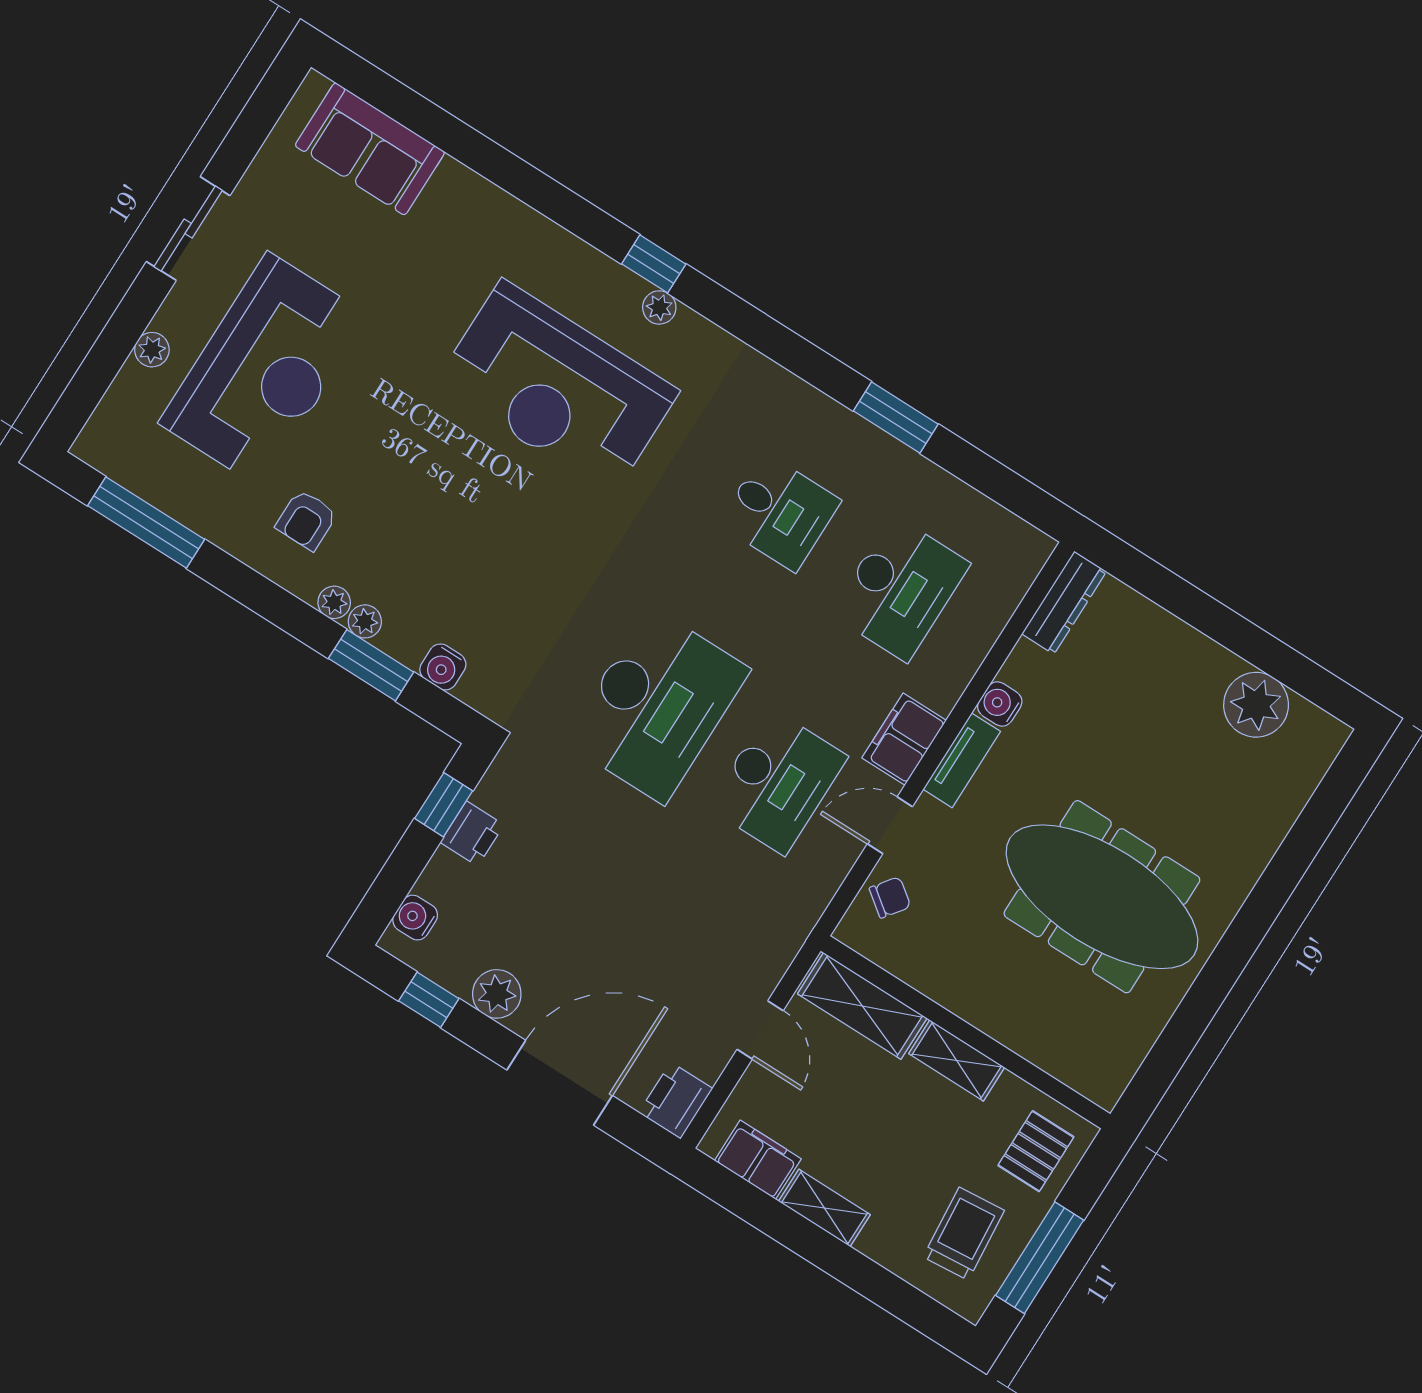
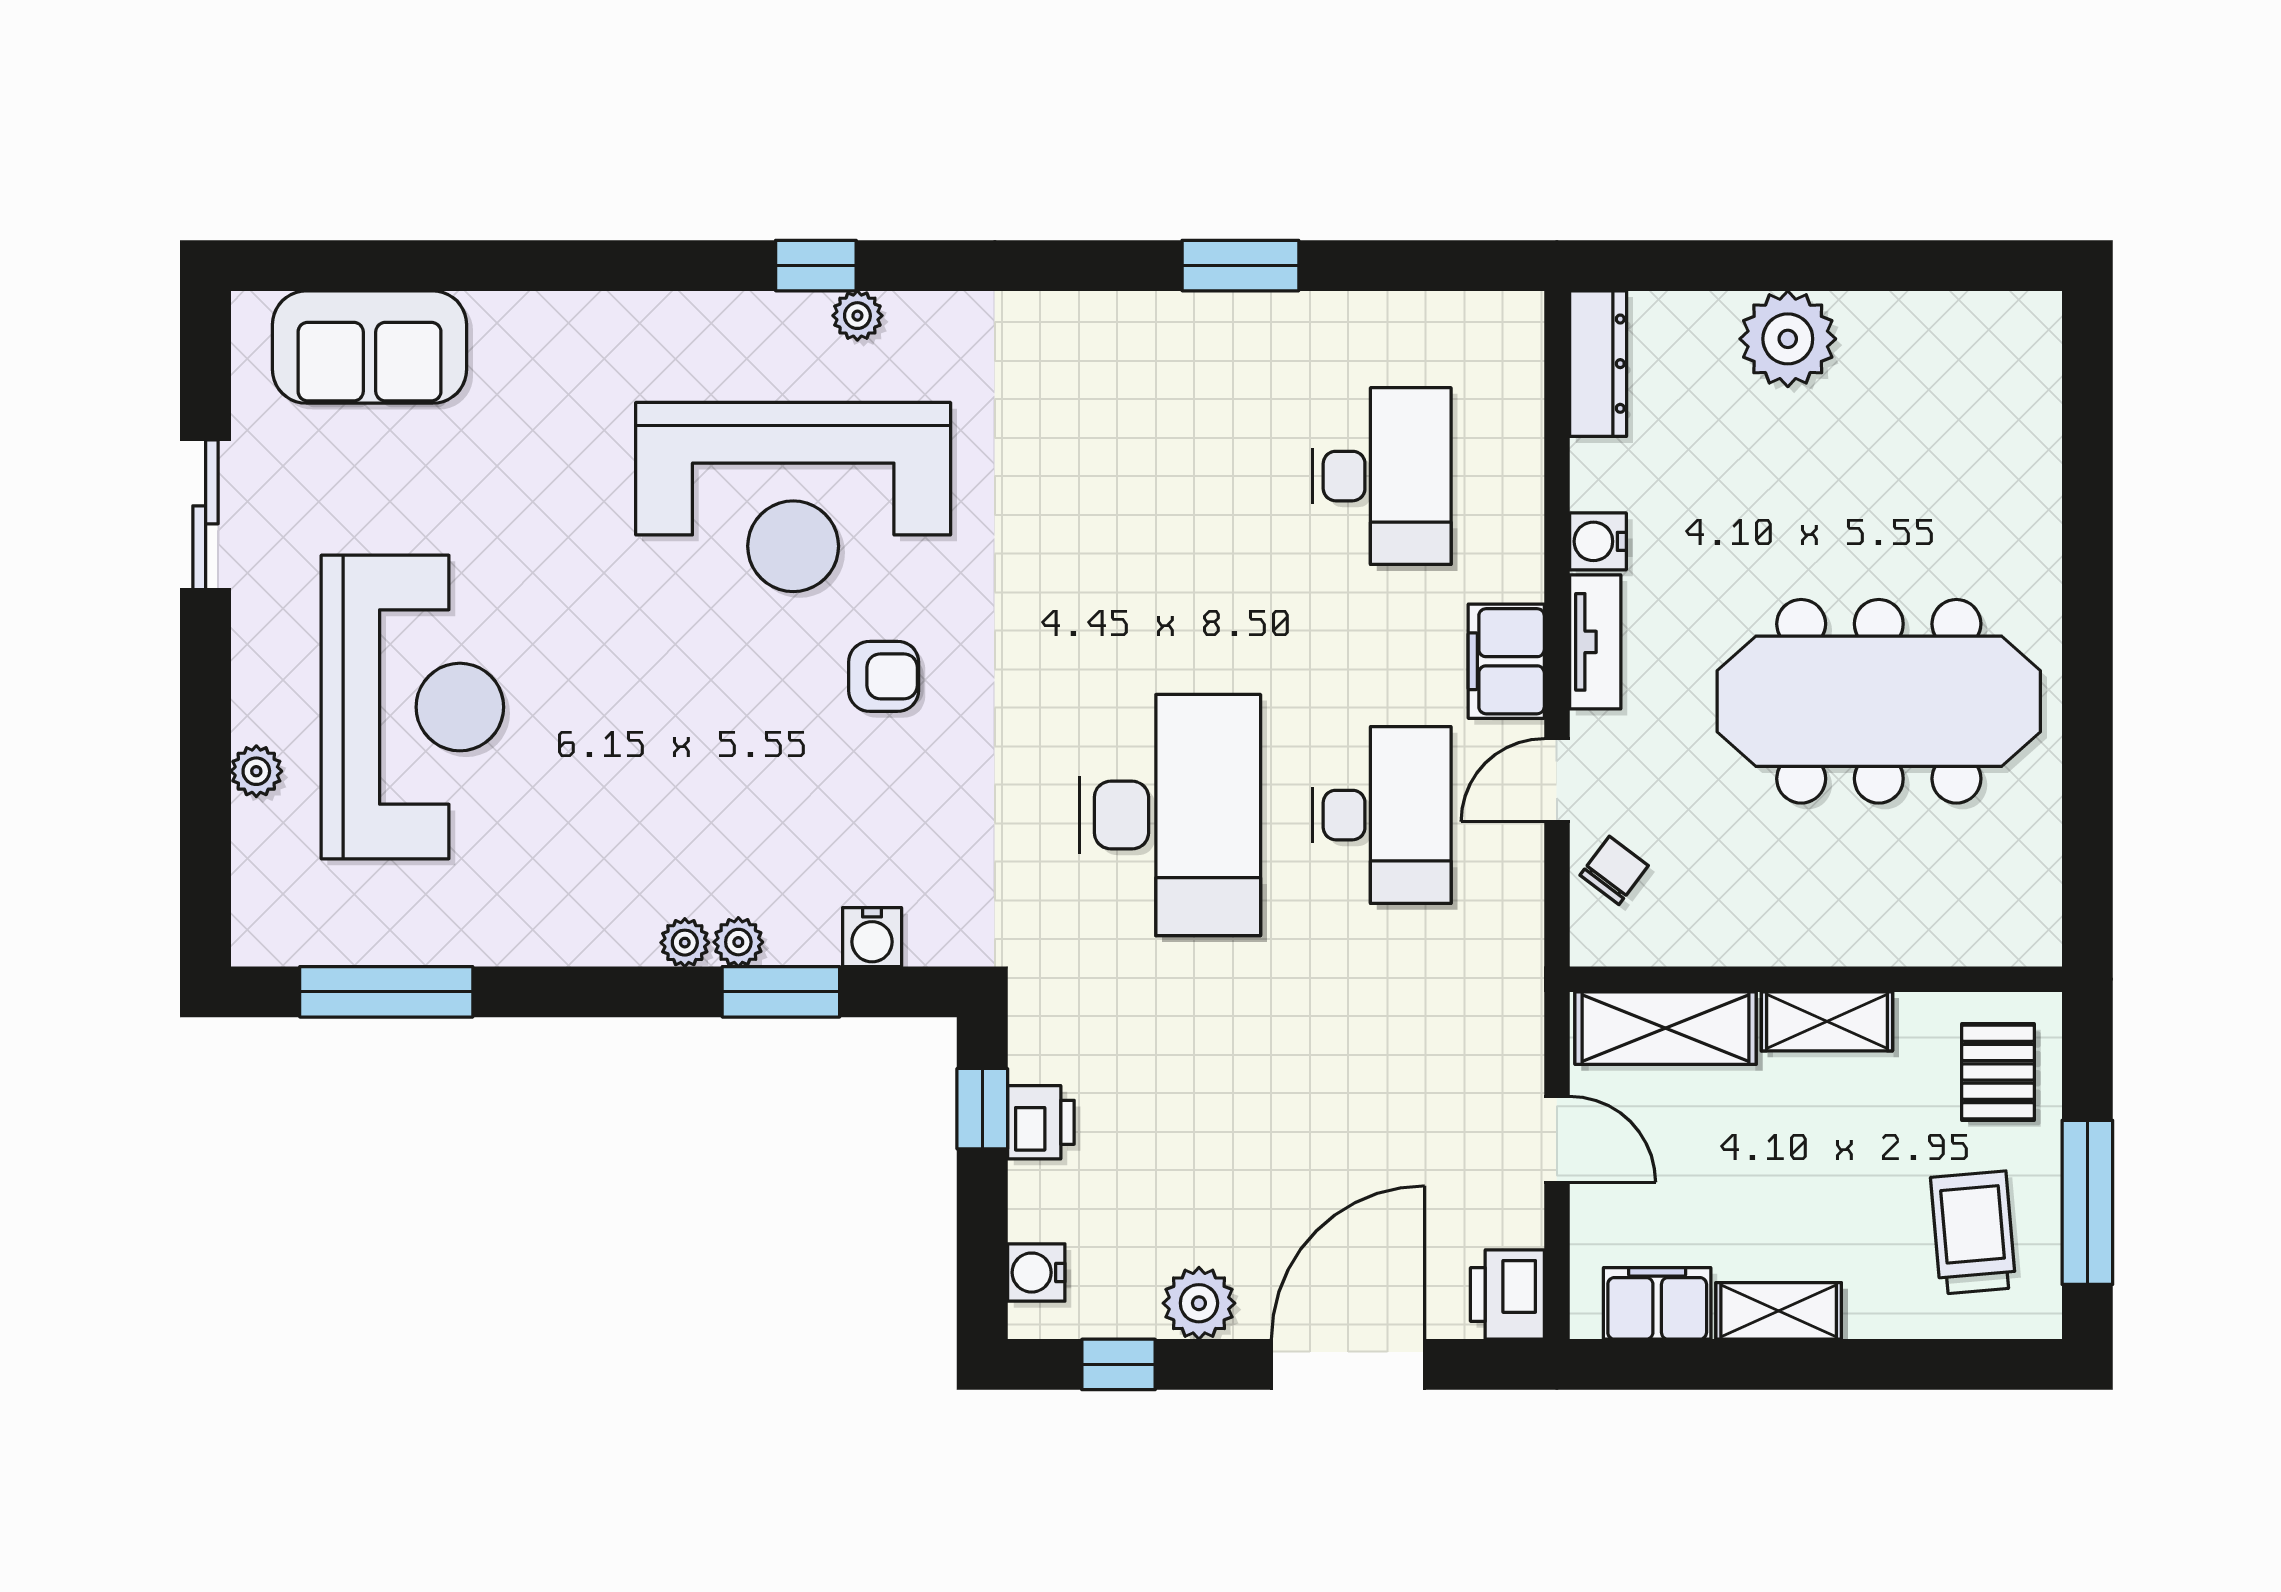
sliding door: (188, 229) -> (206, 515), moved
desk: (780, 512) -> (1170, 476), removed
armchair: (306, 520) -> (884, 676), moved, turned -90
plant: (1256, 705) -> (1788, 339), moved

